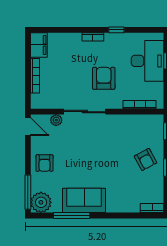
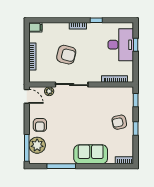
filing cabinet: (39, 45) -> (35, 27), width x0.50
armchair: (104, 78) -> (66, 55), moved, turned 104
armchair: (146, 159) -> (119, 122), turned 106
sofa: (84, 200) -> (91, 154), moved
plant: (41, 202) -> (37, 145), moved

